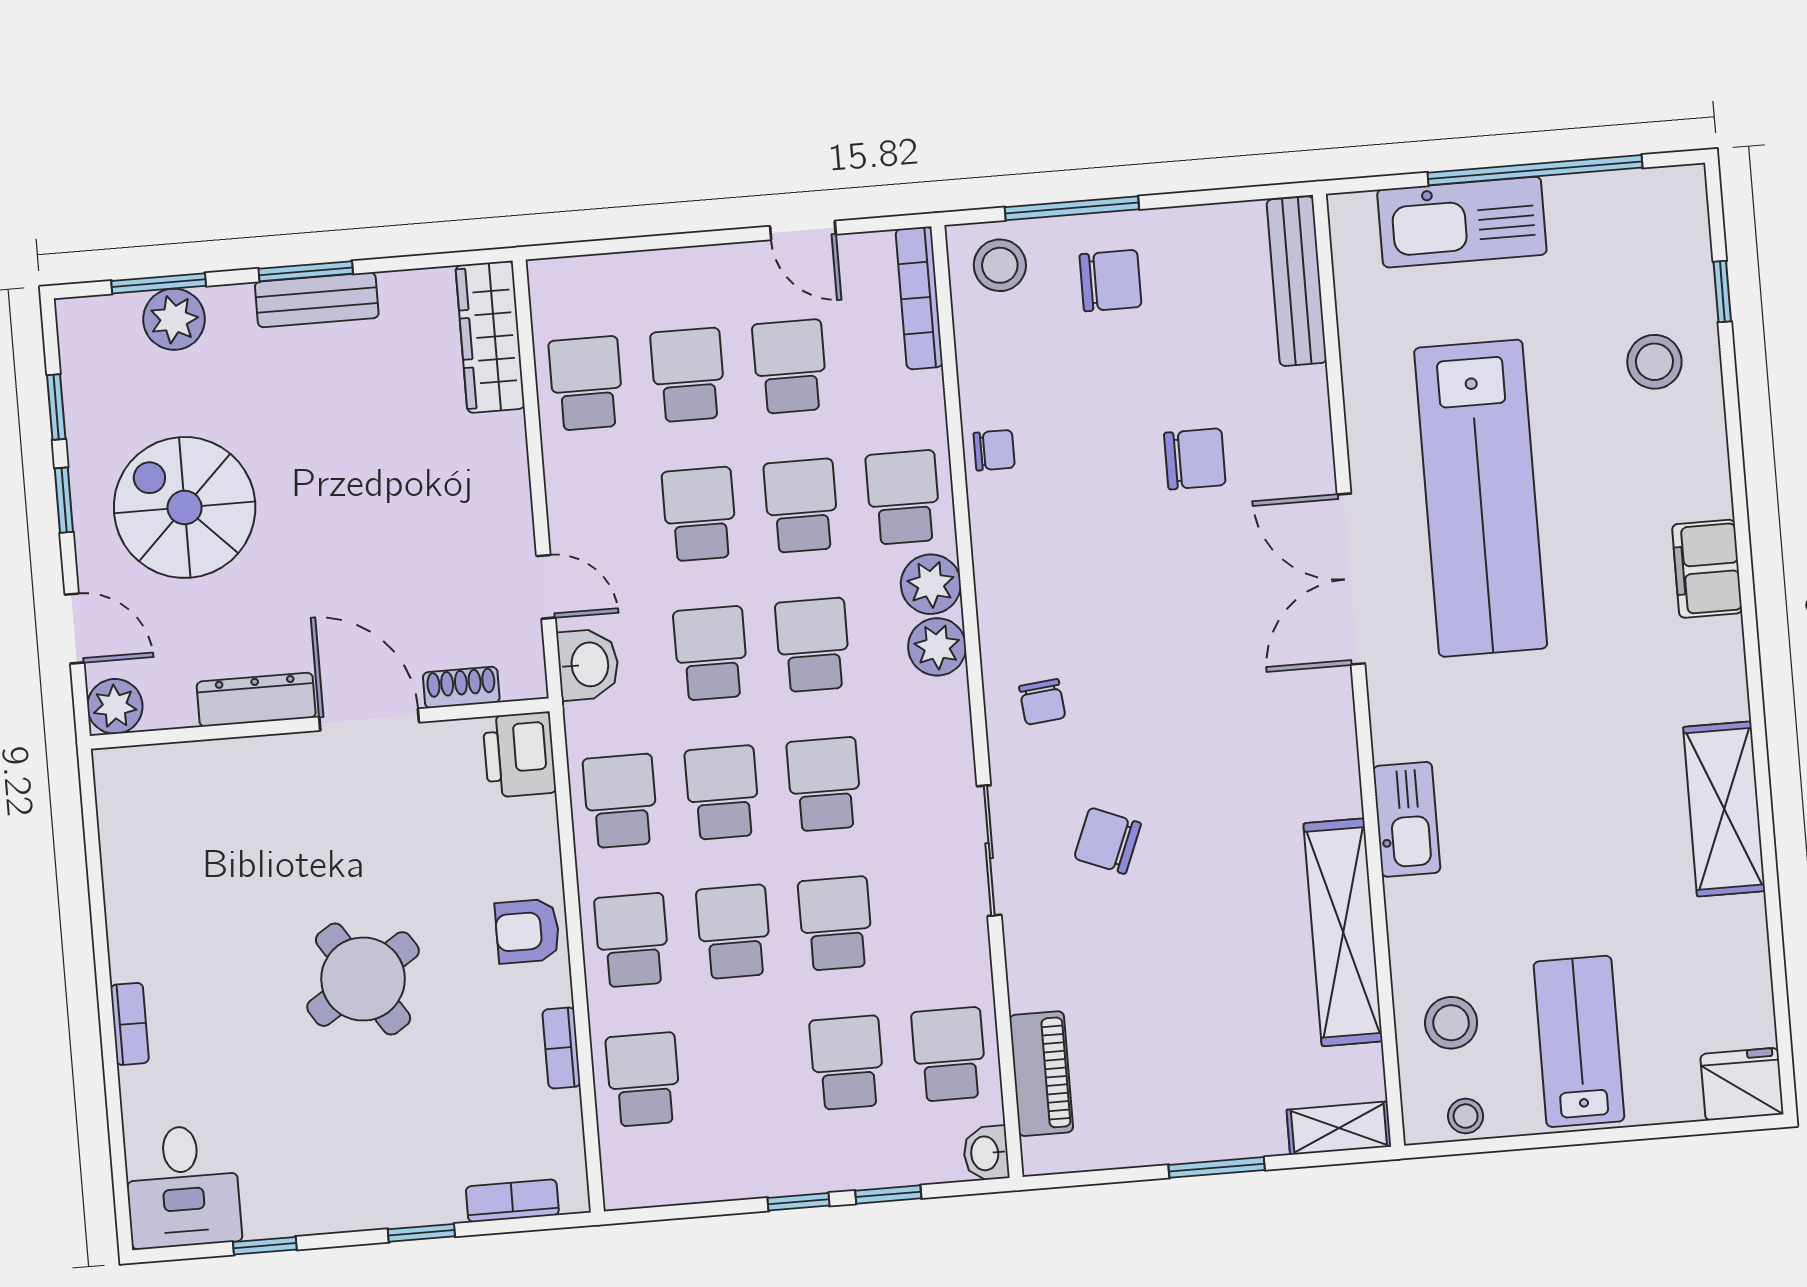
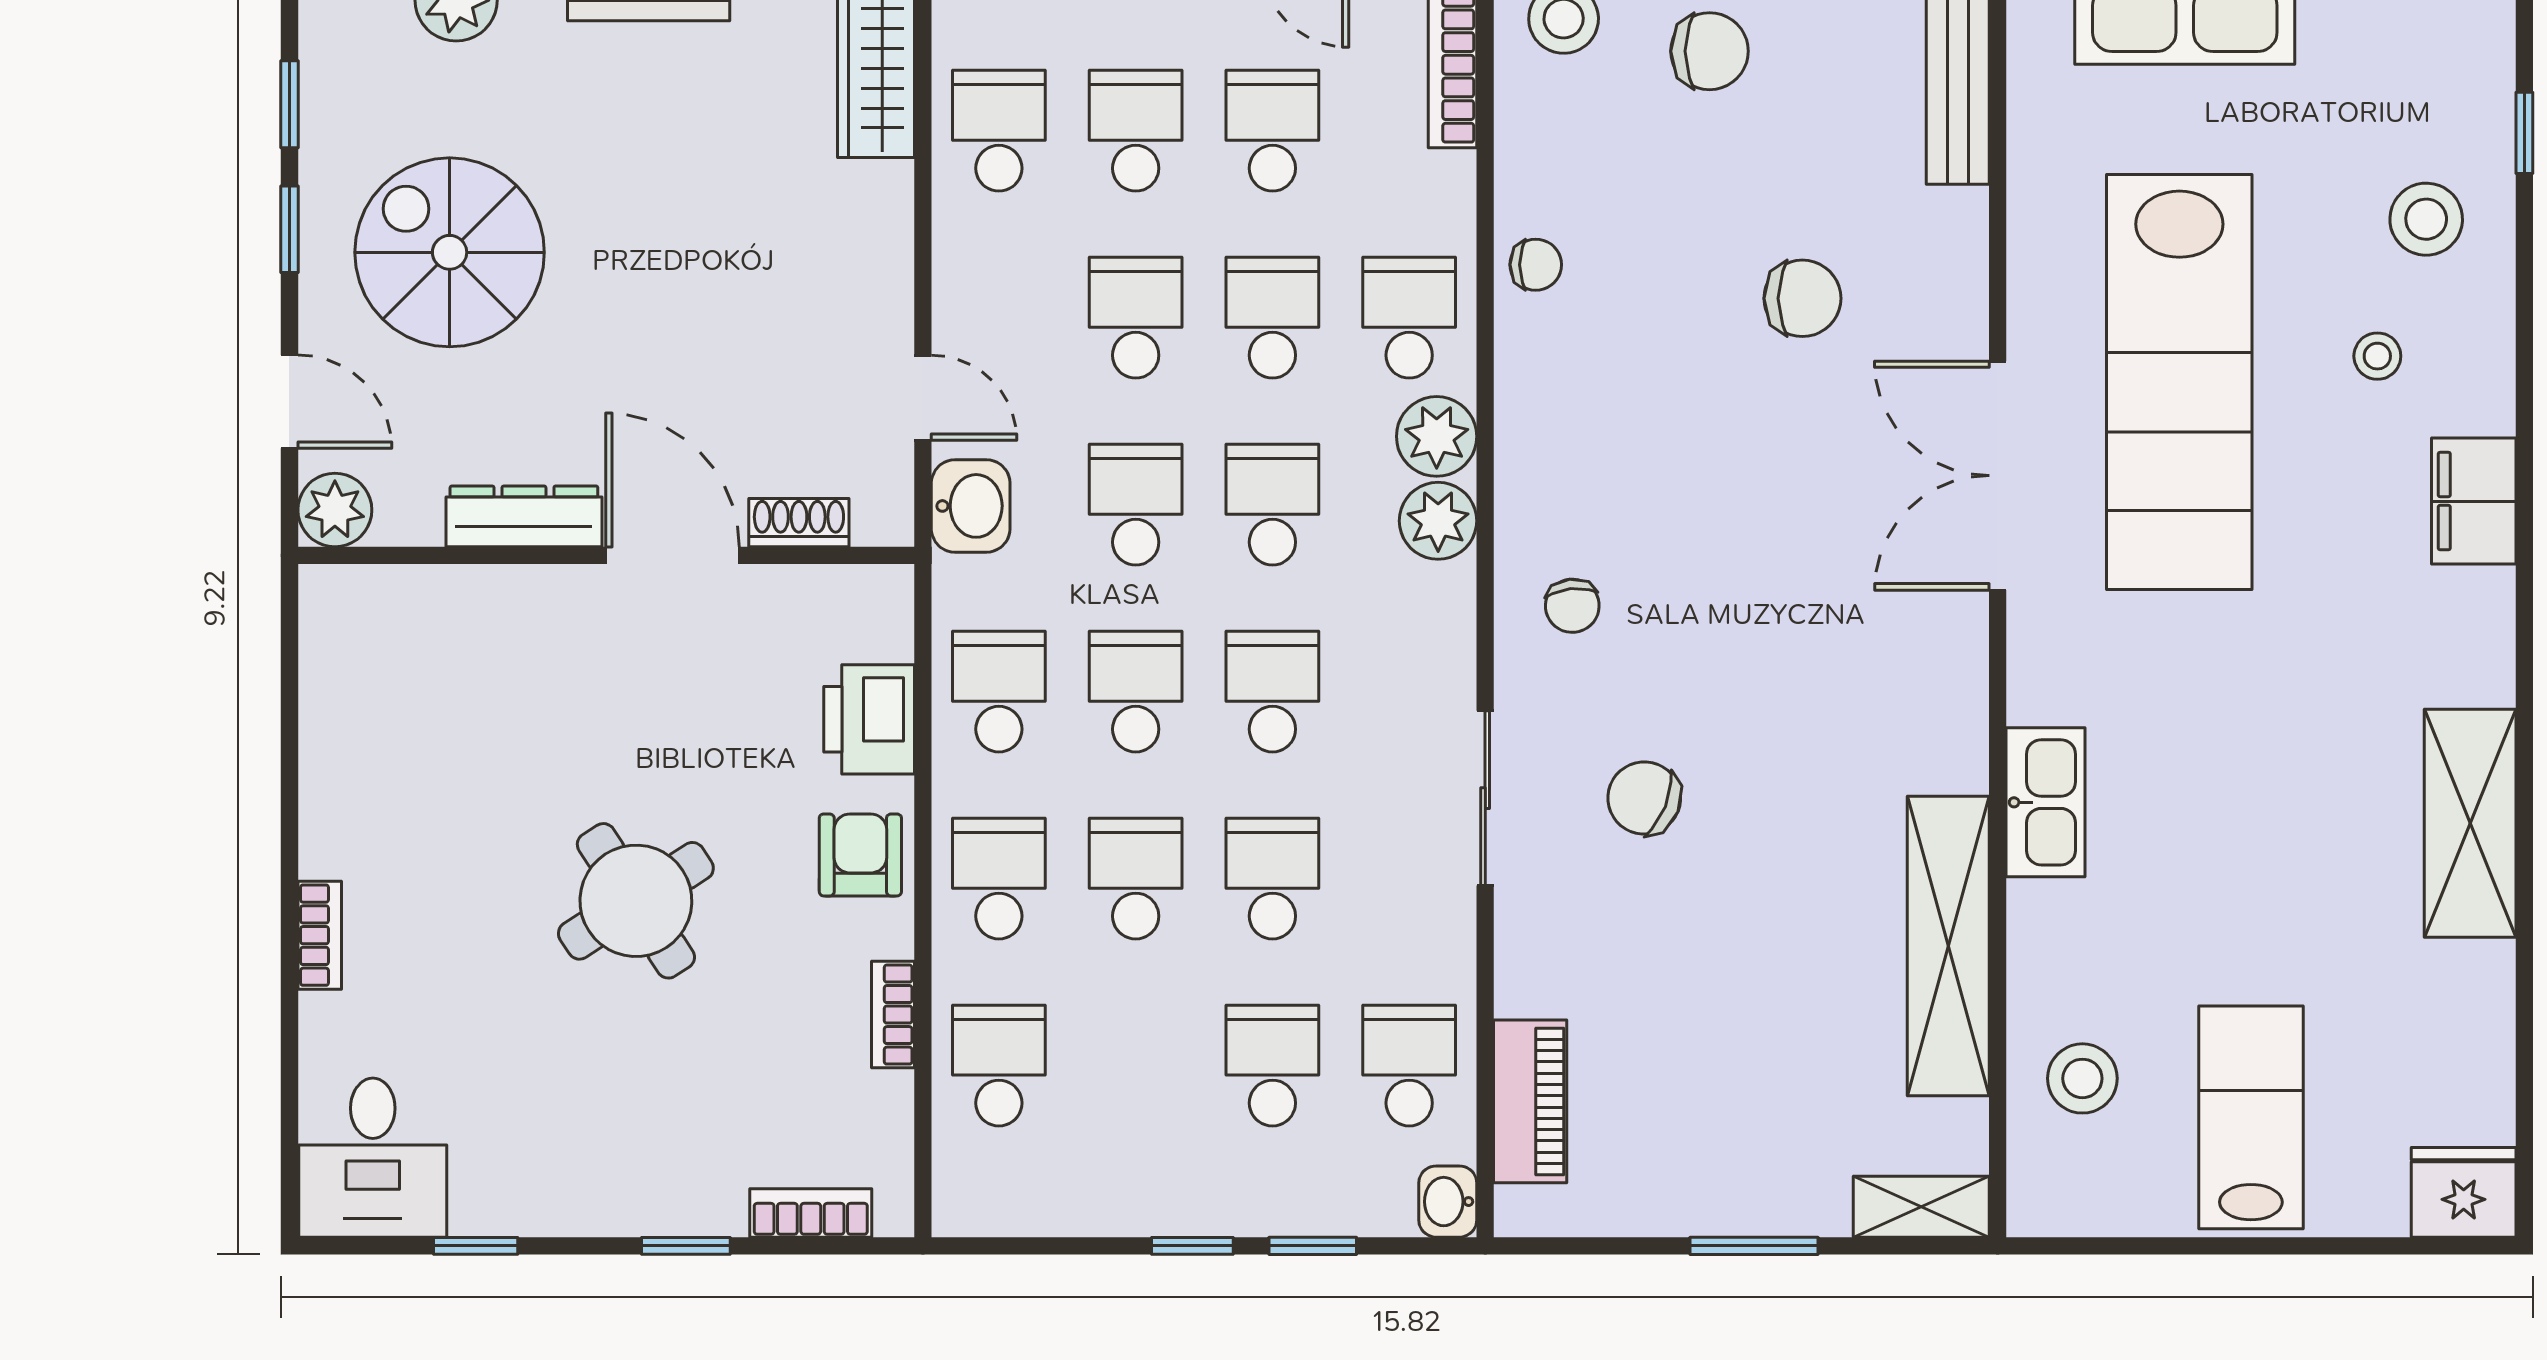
printer: (519, 755) -> (869, 719), moved
armchair: (527, 931) -> (860, 855), turned 90
stool: (1466, 1116) -> (2377, 356), moved

